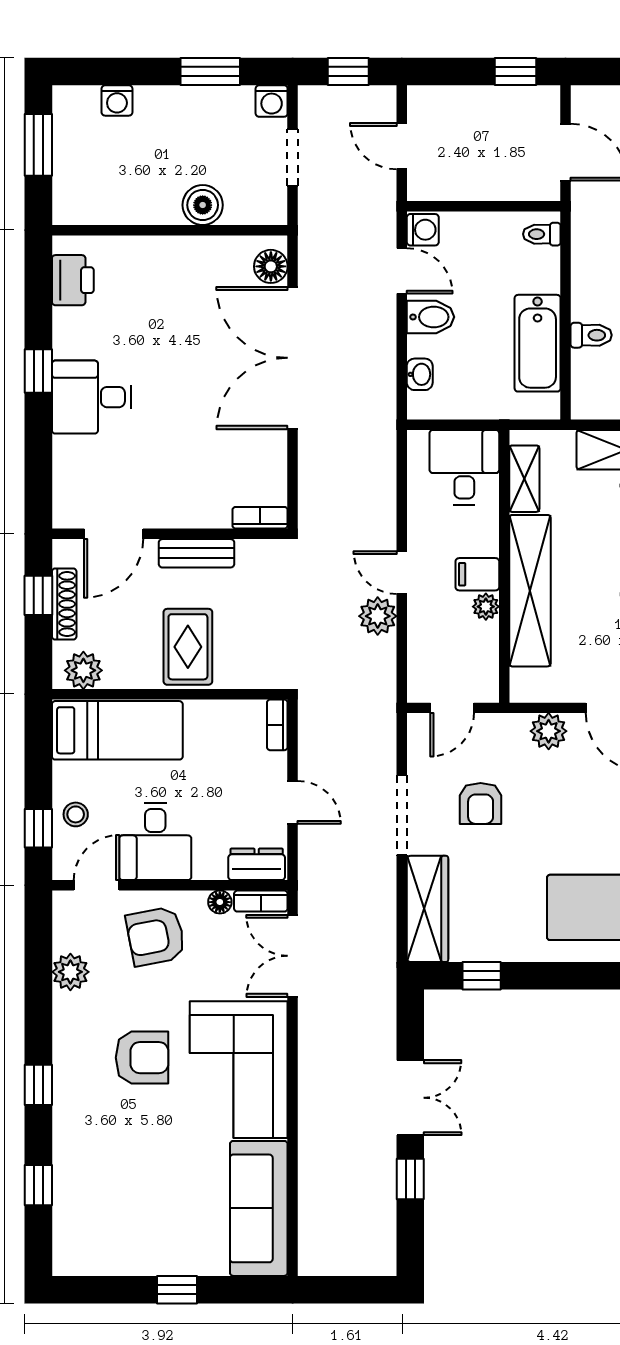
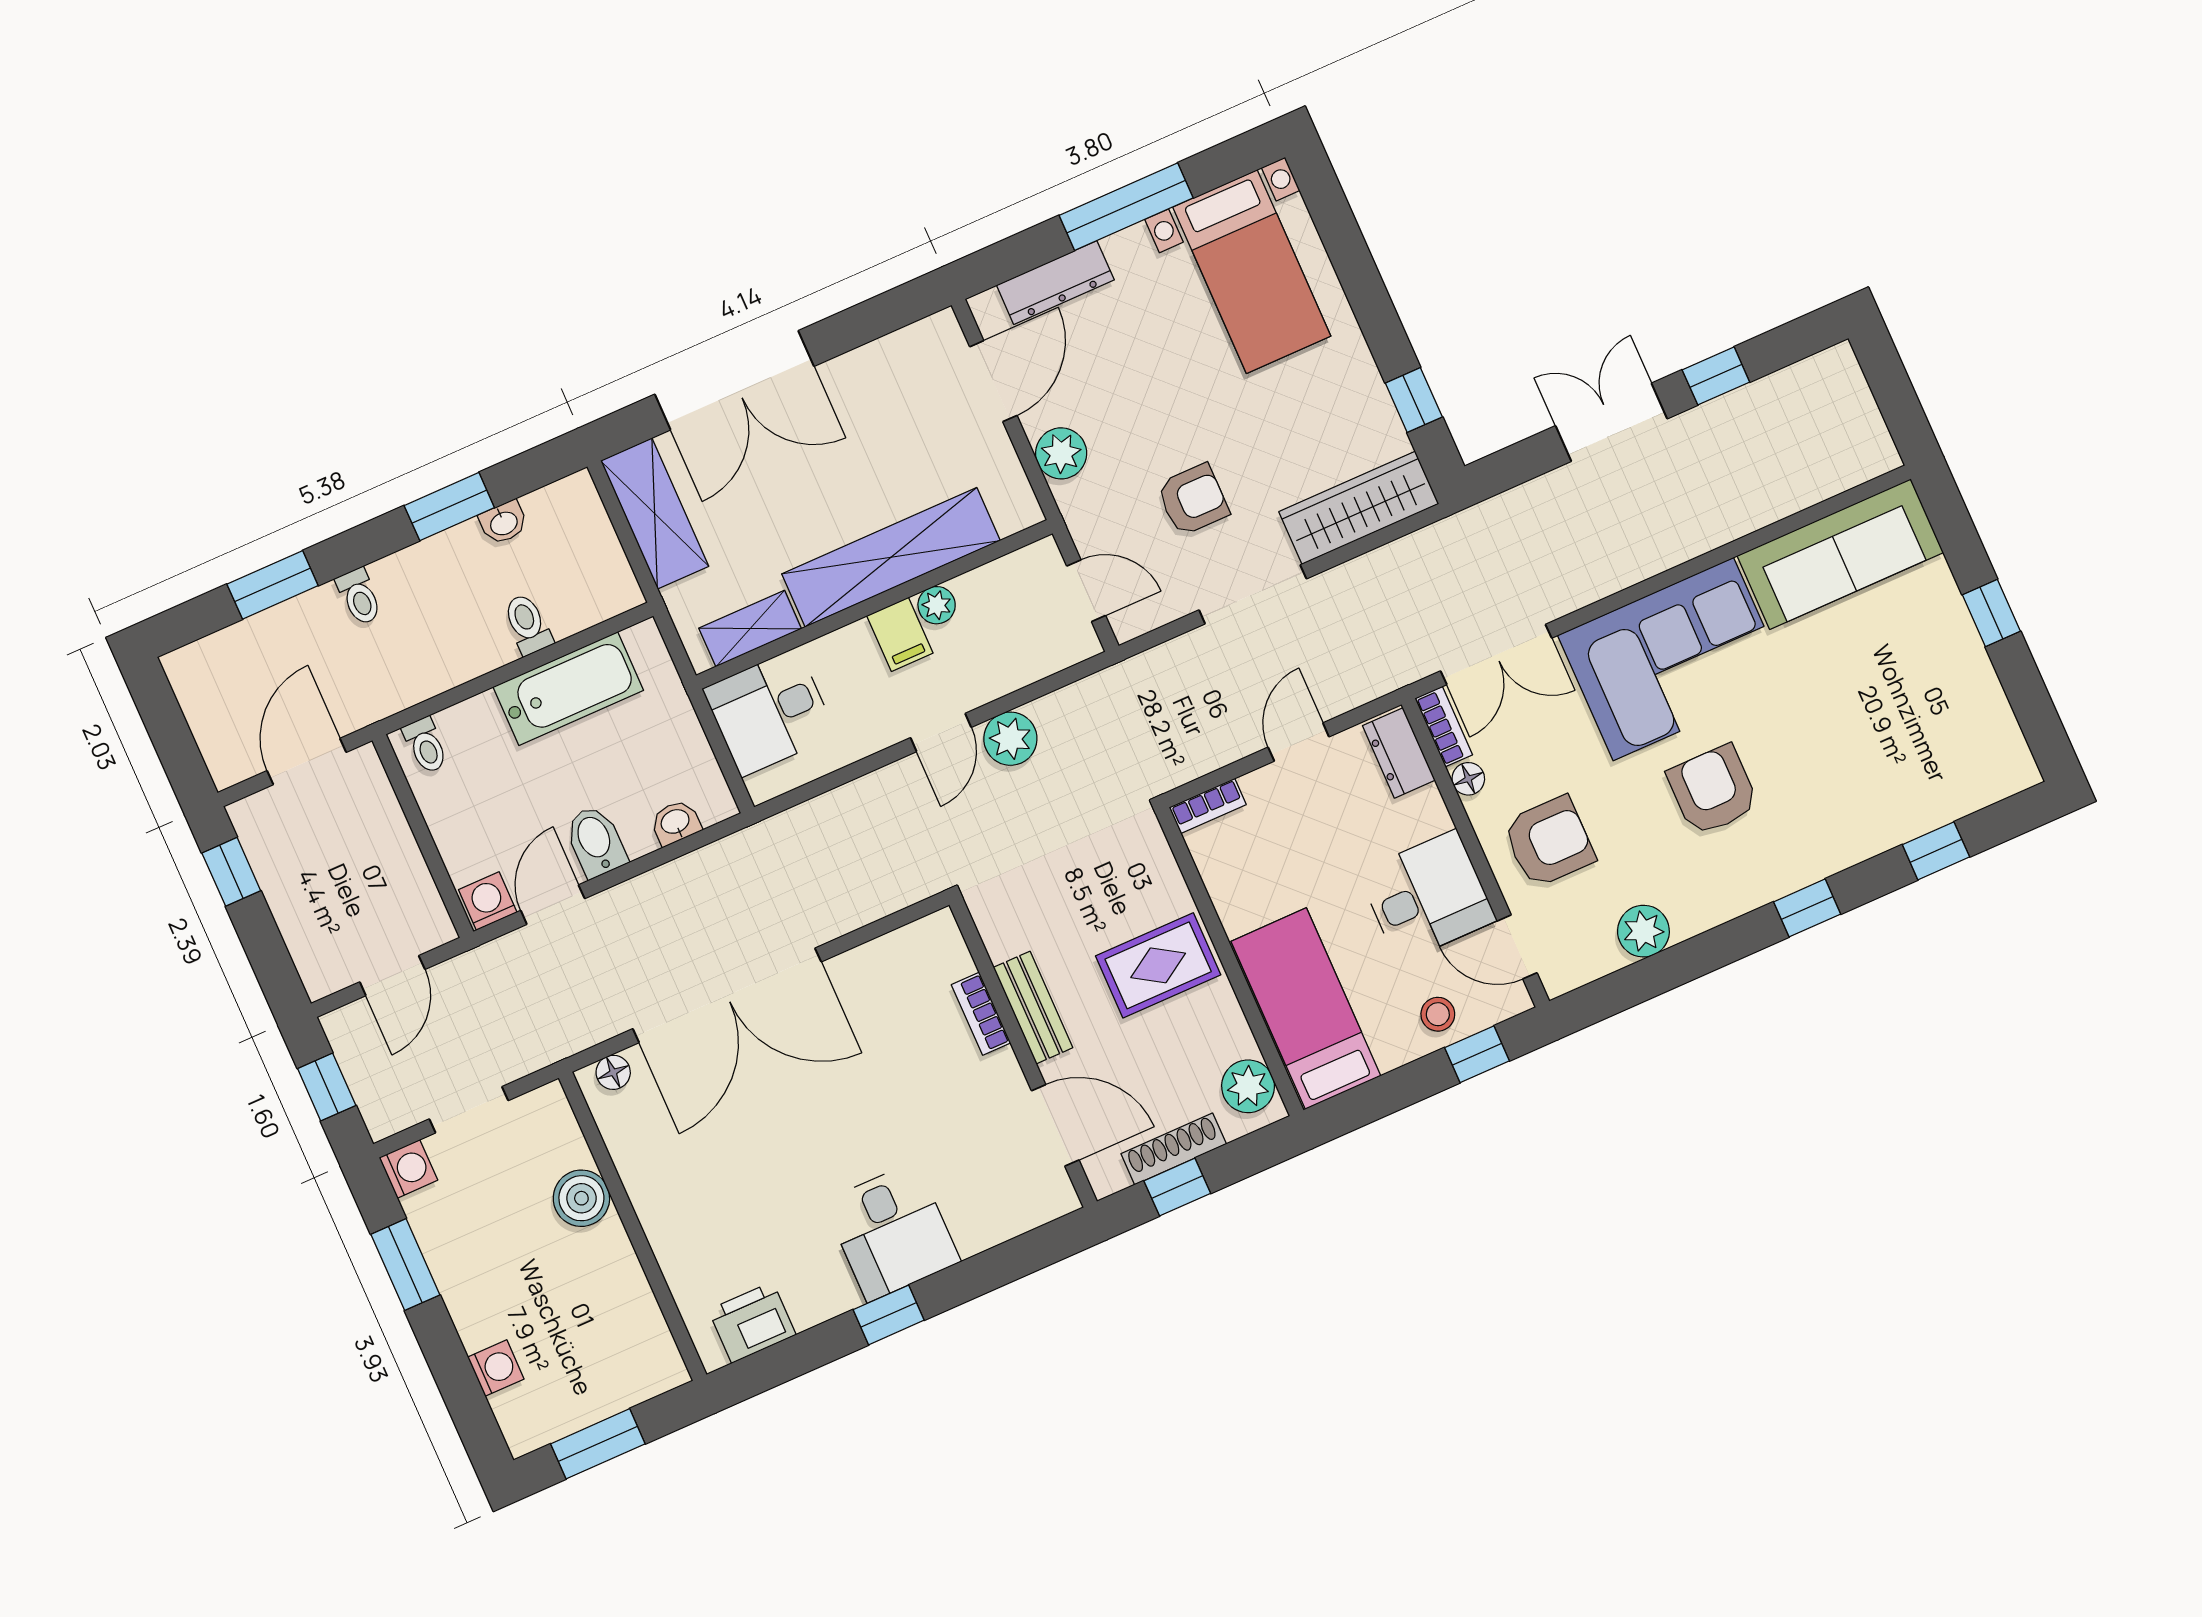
floor lamp: (271, 266) -> (613, 1072), width x0.73, depth x0.73
bookcase: (260, 518) -> (981, 1014), moved
armchair: (156, 936) -> (1549, 842), turned -79

